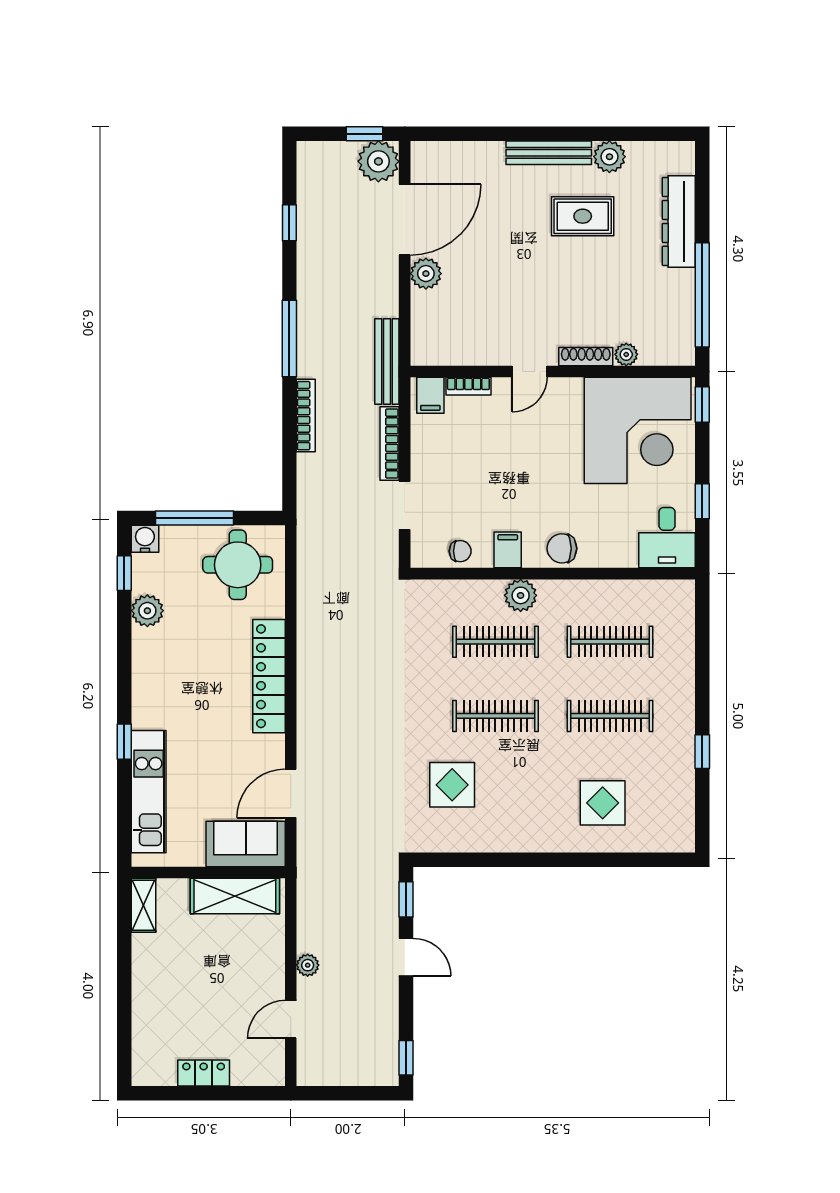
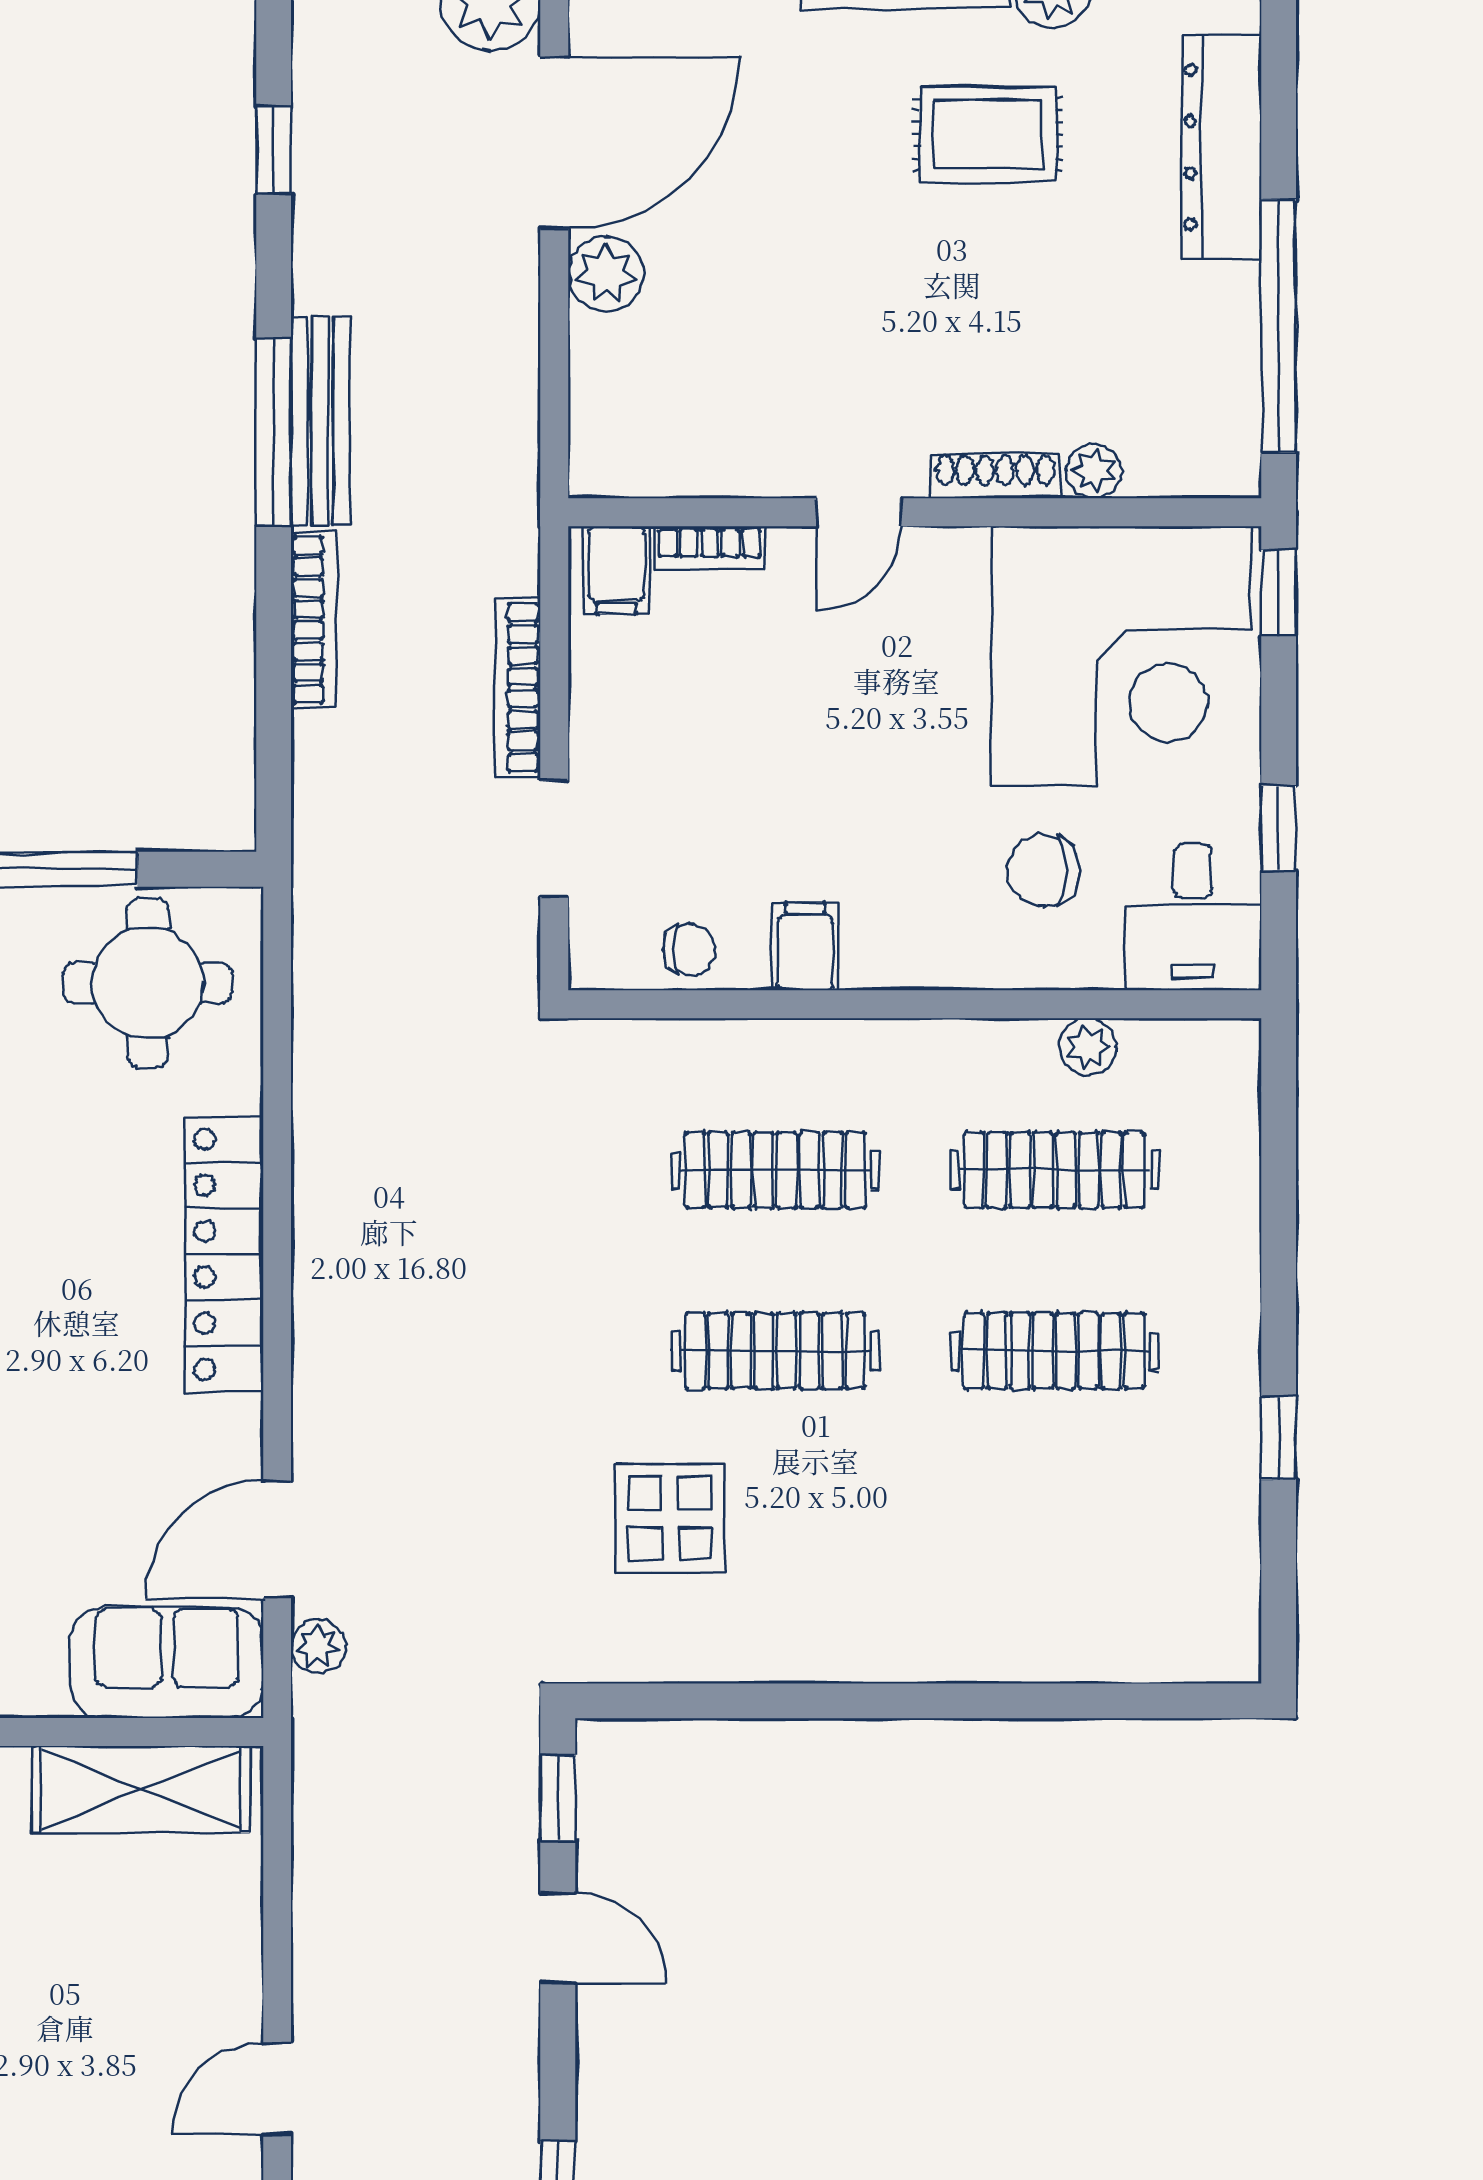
bench: (387, 362) -> (320, 421), moved
chair: (562, 548) -> (1043, 870), moved
plant: (521, 595) -> (1088, 1047), moved, width x0.73, depth x0.73
display table: (603, 803) -> (1036, 1562), removed
plant: (308, 965) -> (318, 1646), moved

